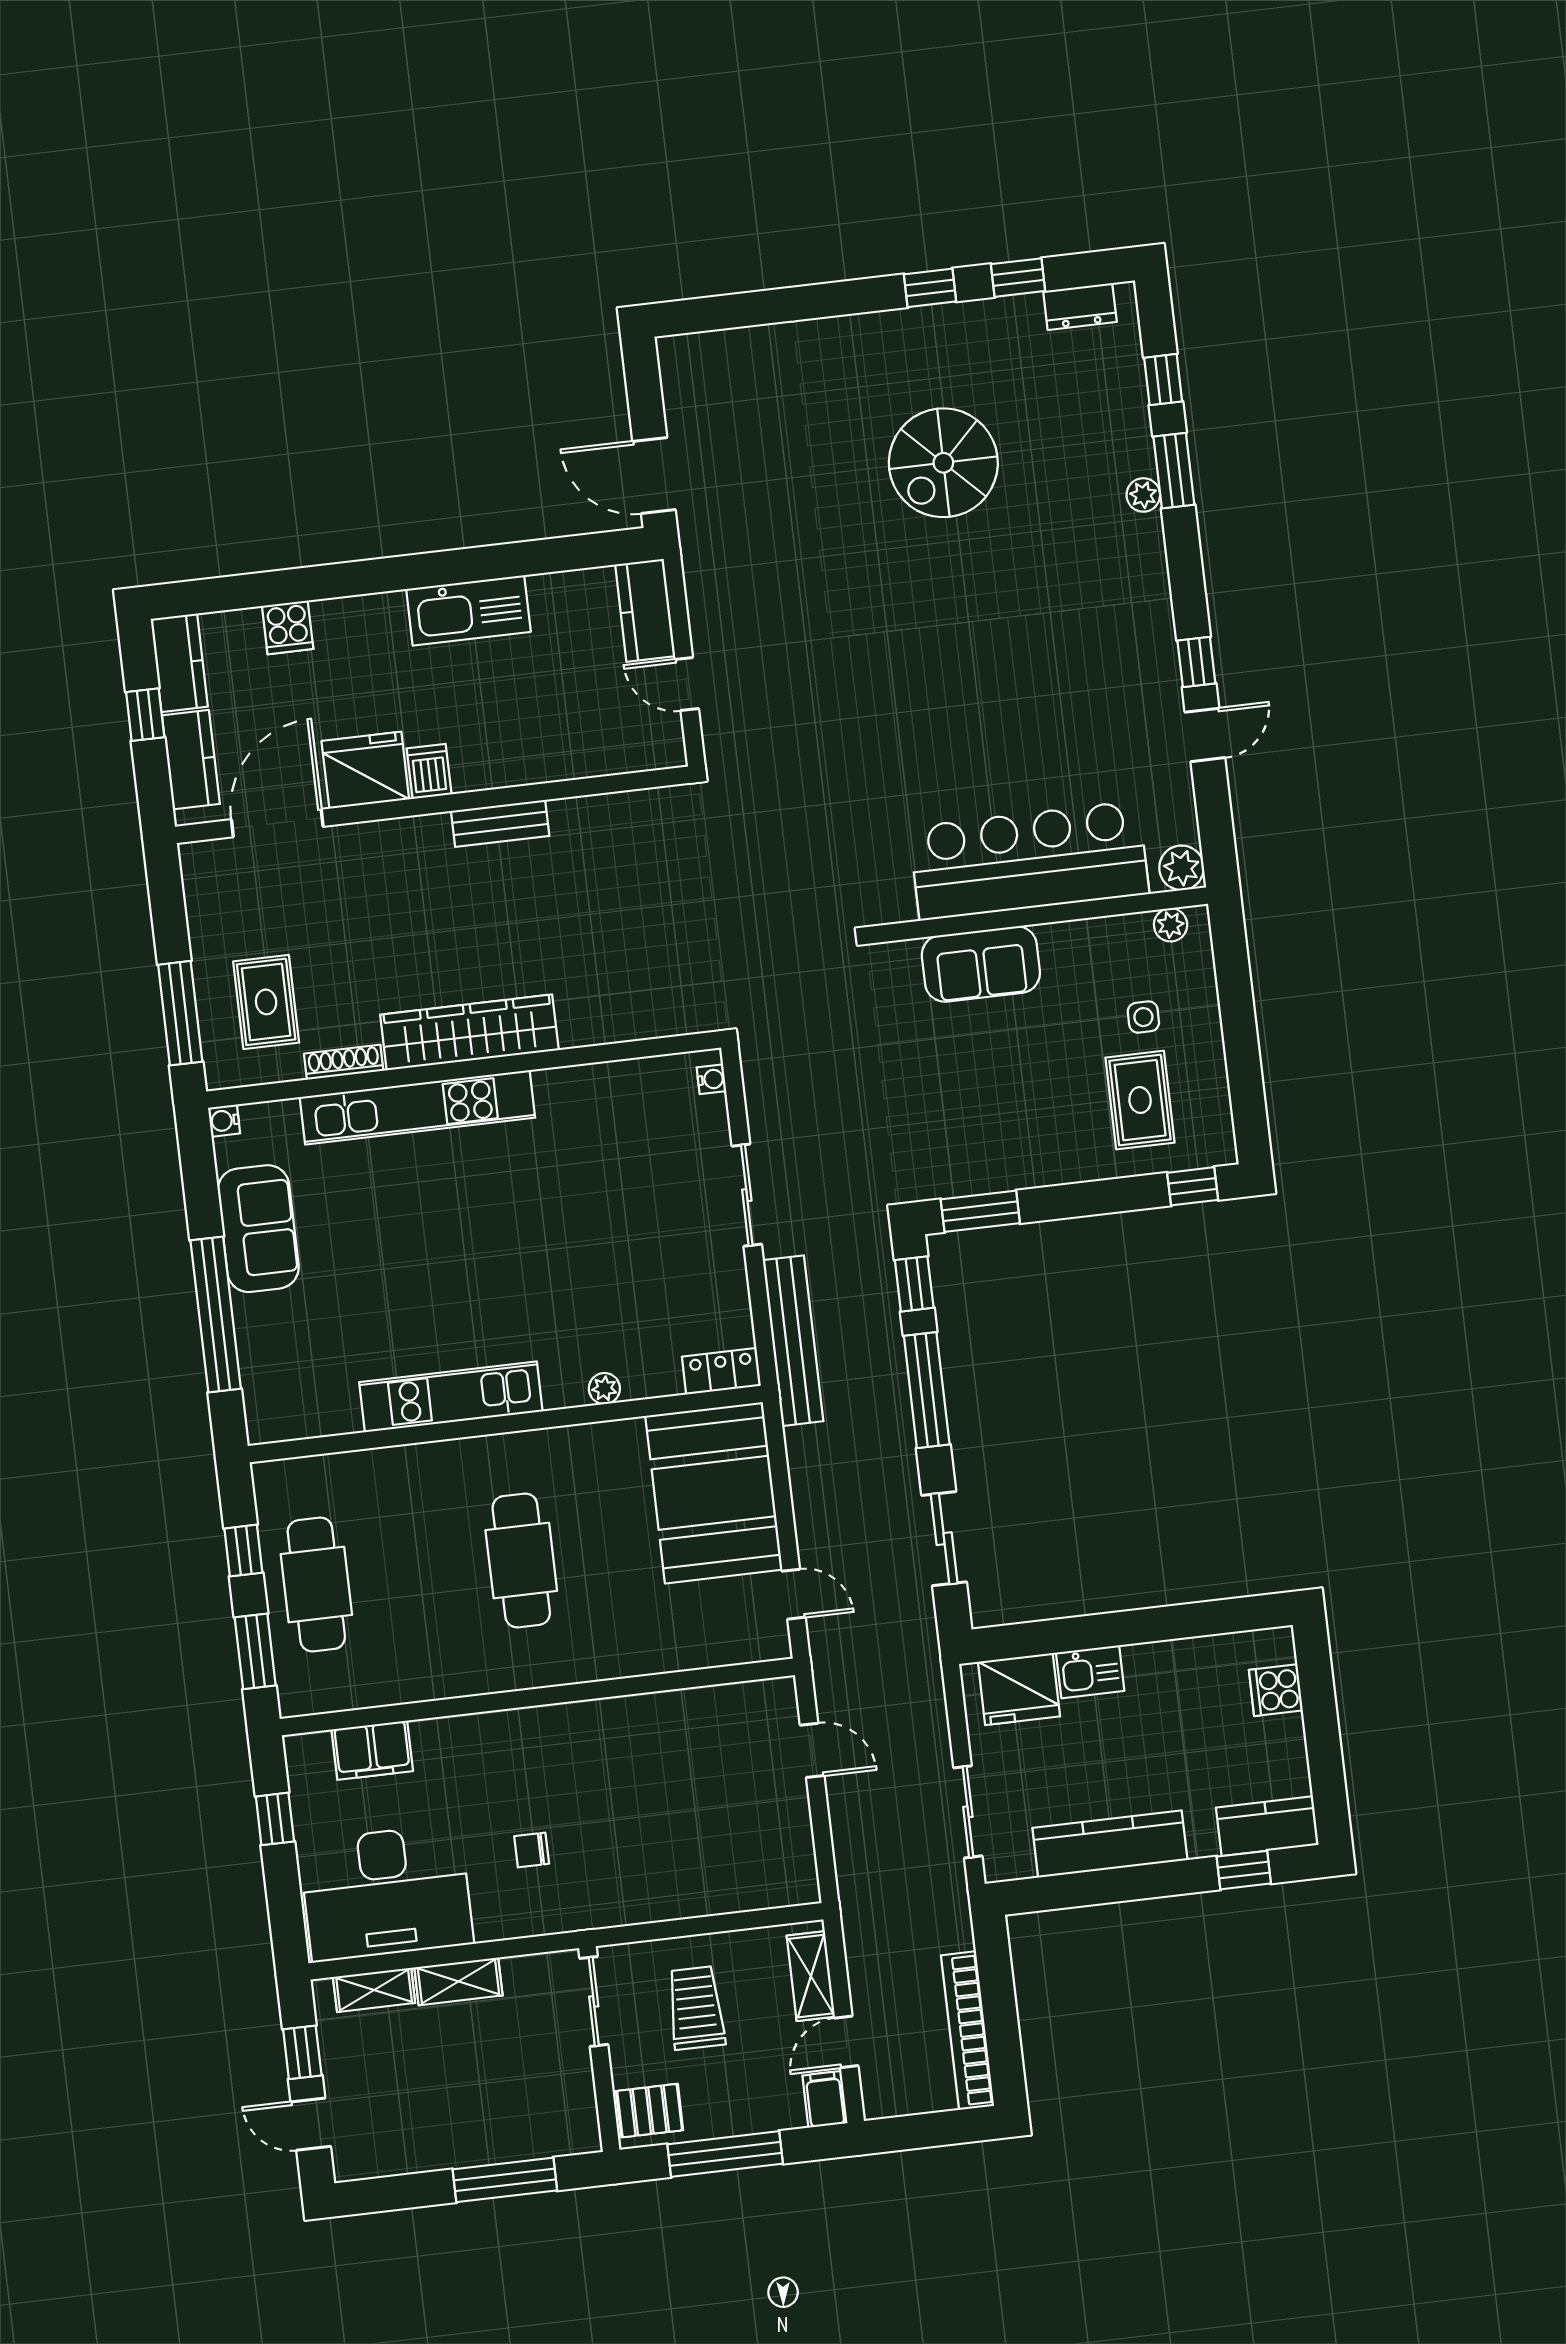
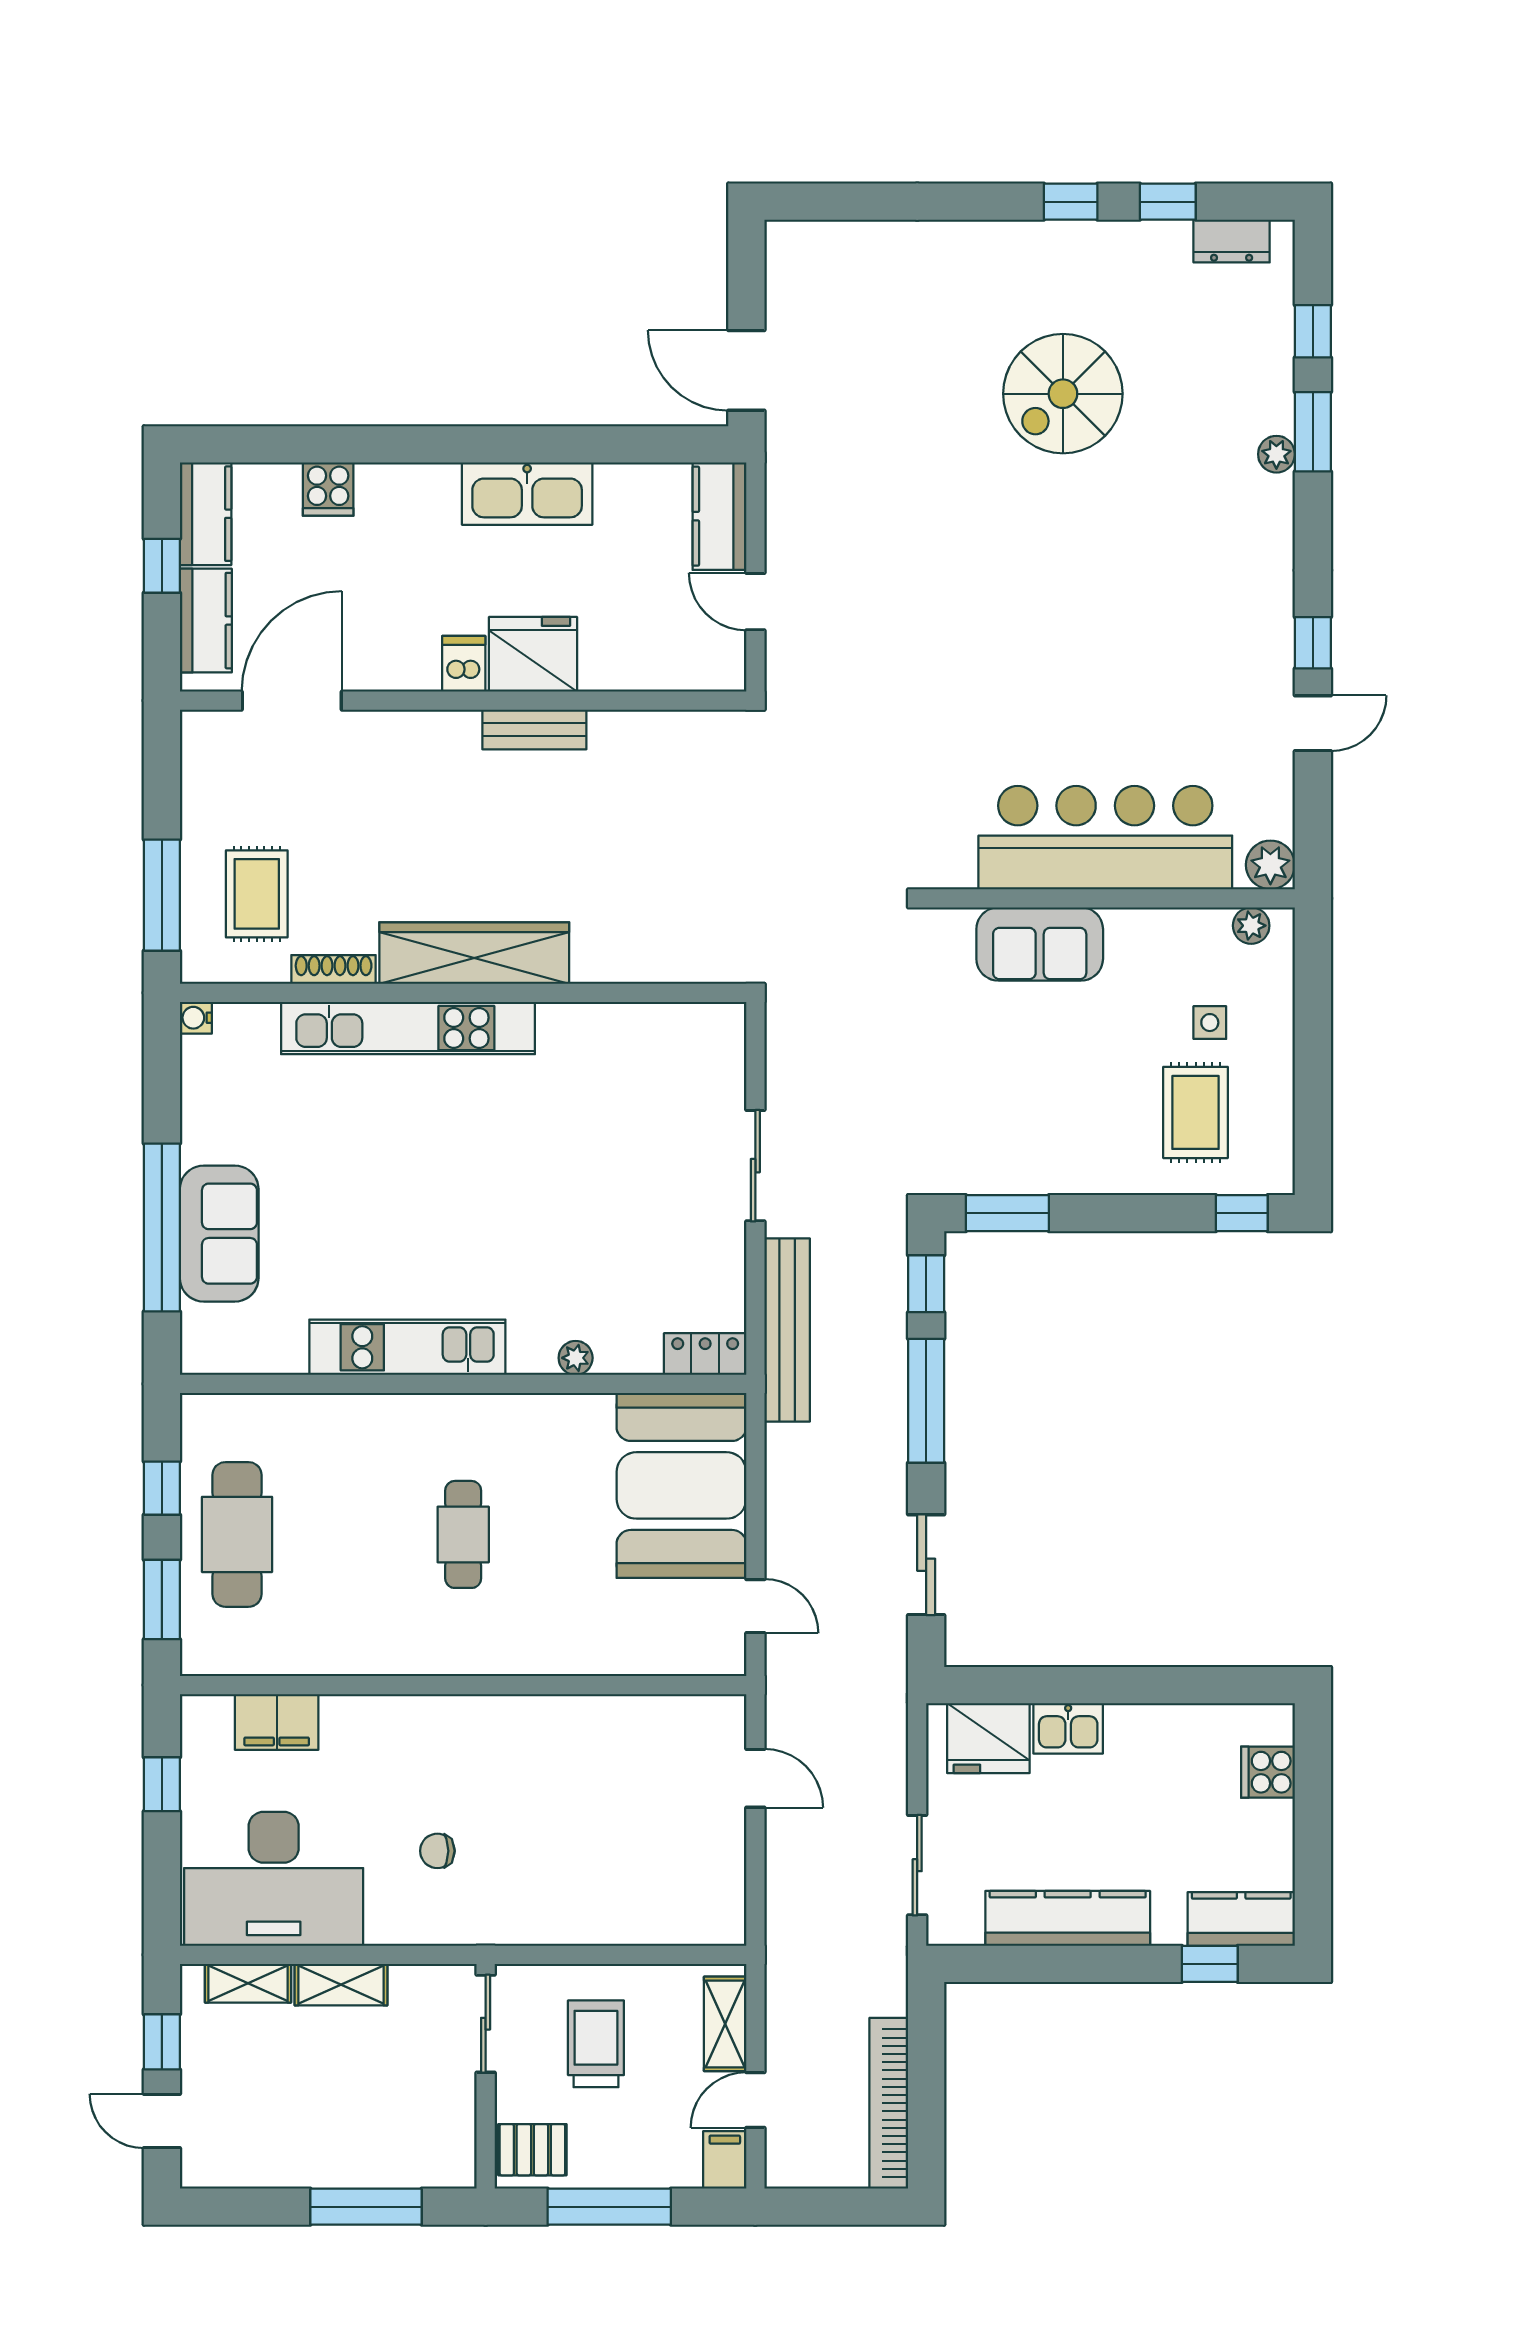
fridge: (365, 770) -> (533, 654), moved
water cooler: (711, 1079) -> (732, 1035), removed
sofa: (258, 1229) -> (219, 1234), moved
cafe table: (521, 1560) -> (463, 1534), width x0.73, depth x0.74

